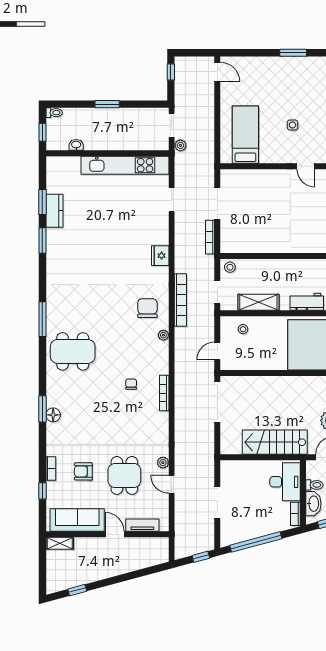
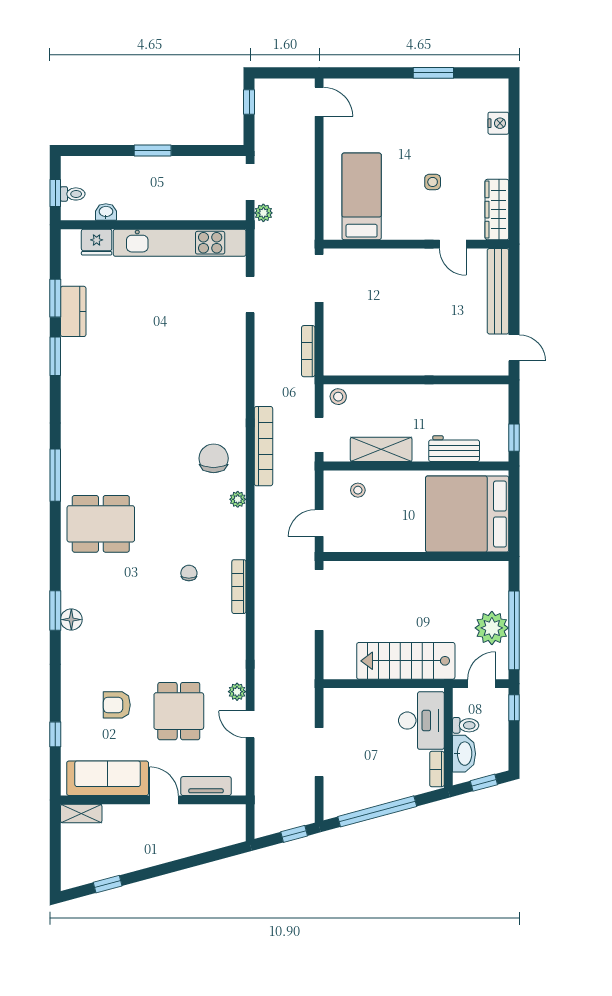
toilet: (54, 113) -> (73, 194), moved
doorway: (217, 203) -> (319, 278), moved
fridge: (160, 256) -> (97, 242), moved, turned -90
bookcase: (51, 469) -> (68, 701), removed

